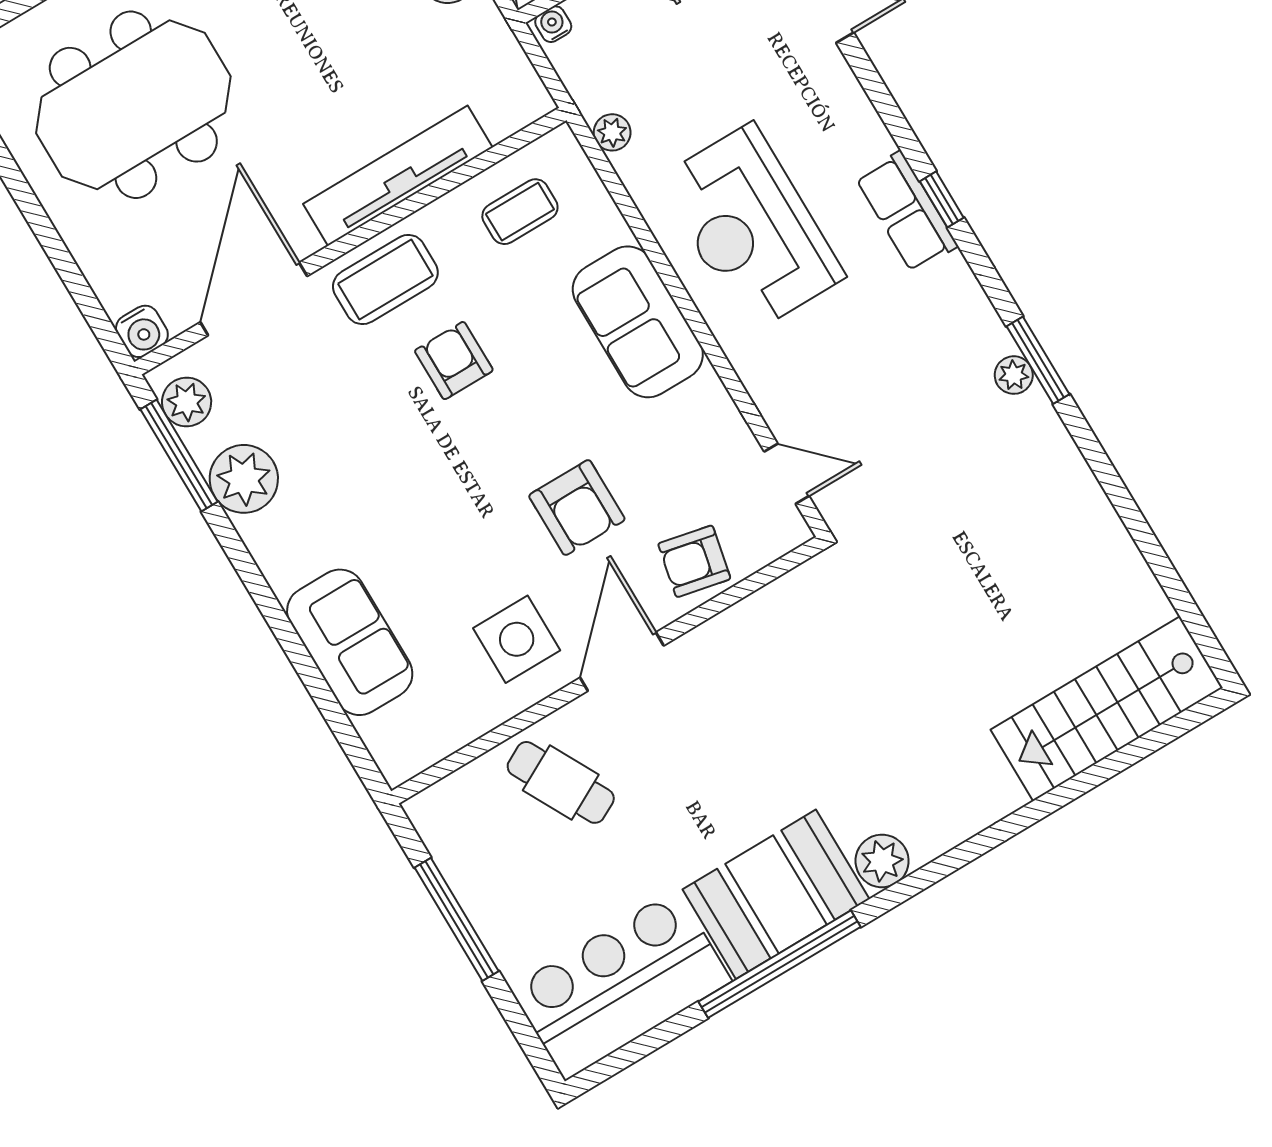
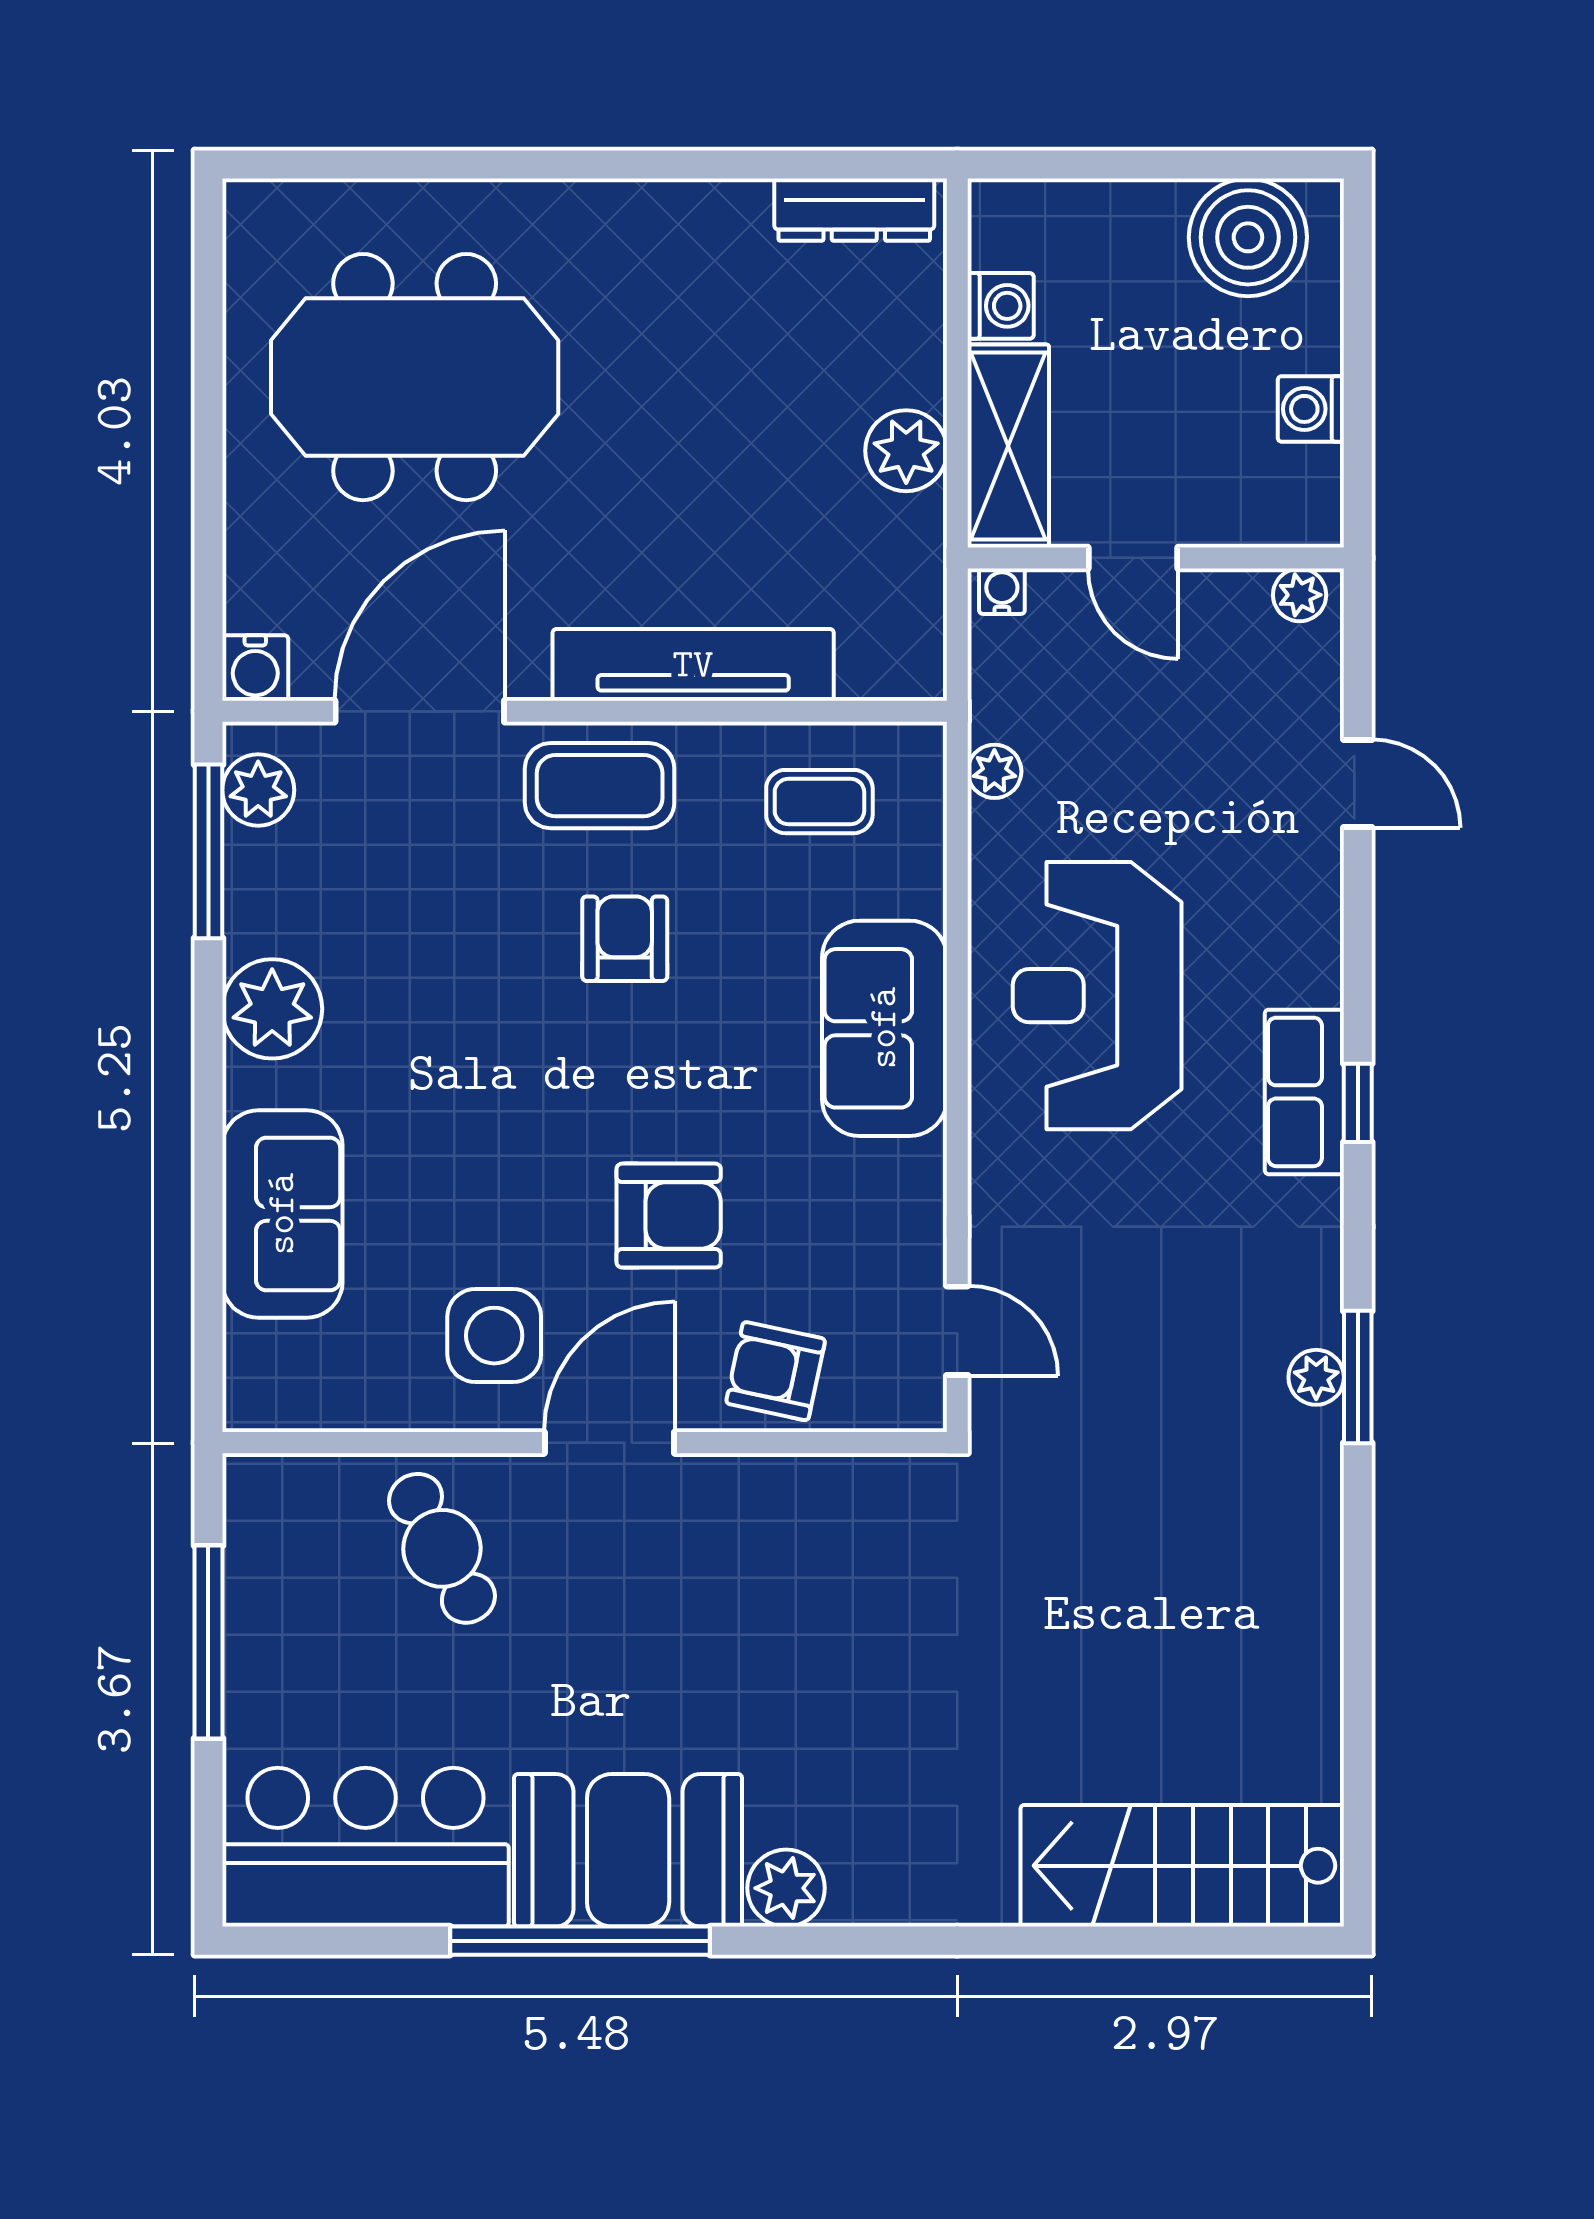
plant: (244, 479) -> (272, 1009), moved
armchair: (577, 508) -> (669, 1216), turned -90

